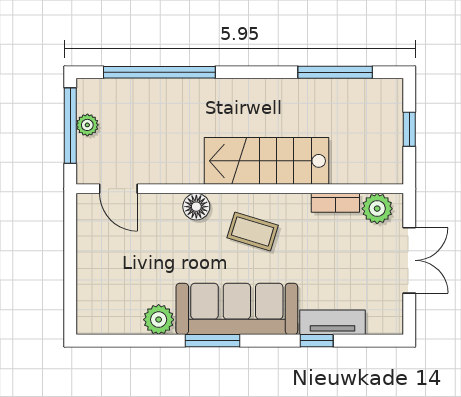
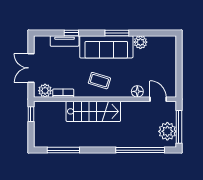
plant: (87, 125) -> (167, 131), width x1.88, depth x1.88
window: (409, 129) -> (31, 114), moved
floor lamp: (196, 207) -> (137, 91), moved

